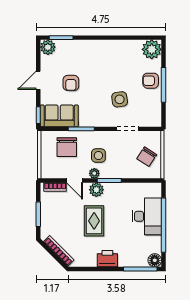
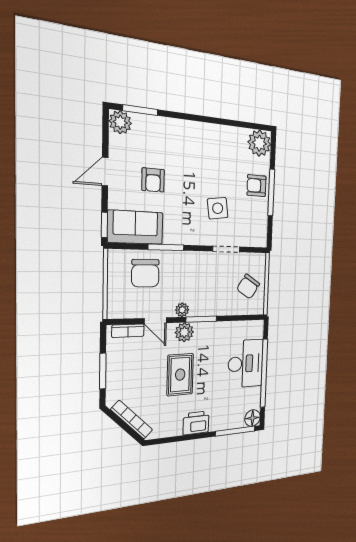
side table: (98, 156) -> (188, 285), removed

